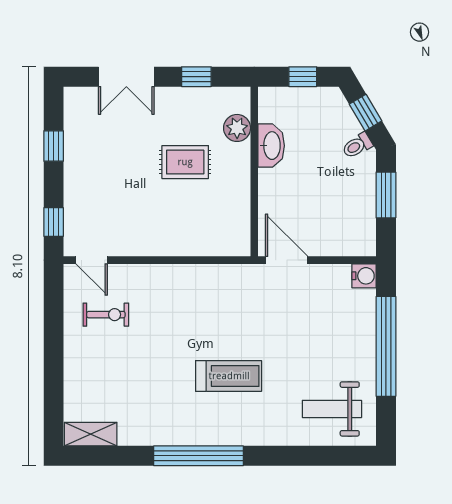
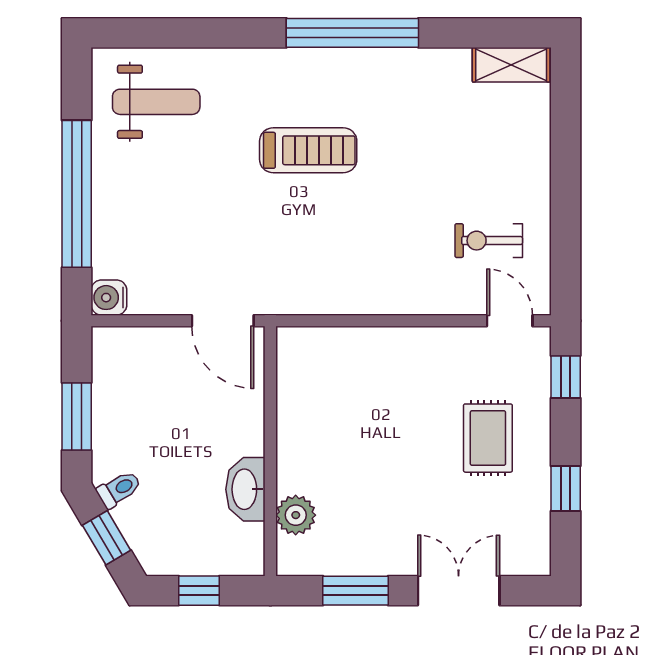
window: (196, 77) -> (356, 591), width x1.50
rug: (185, 162) -> (488, 438), moved, turned 90
treadmill: (229, 376) -> (308, 150), turned 180

